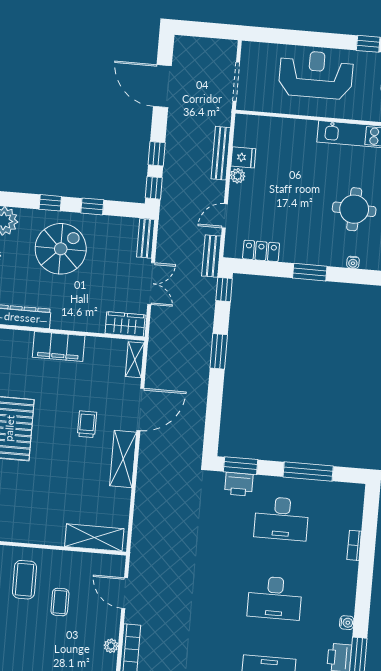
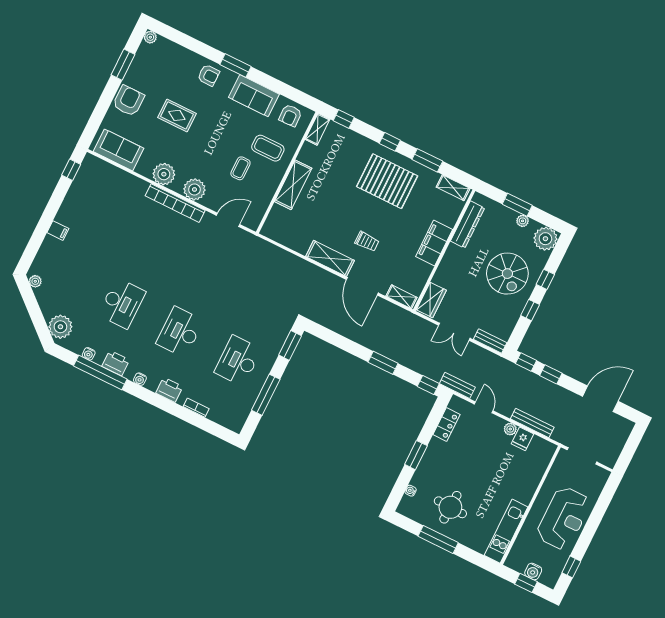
printer: (239, 484) -> (169, 390), moved, turned 90
shelving: (94, 538) -> (293, 185), moved
coffee table: (60, 602) -> (240, 168), turned 90
plant: (111, 646) -> (194, 189), width x1.87, depth x1.87

